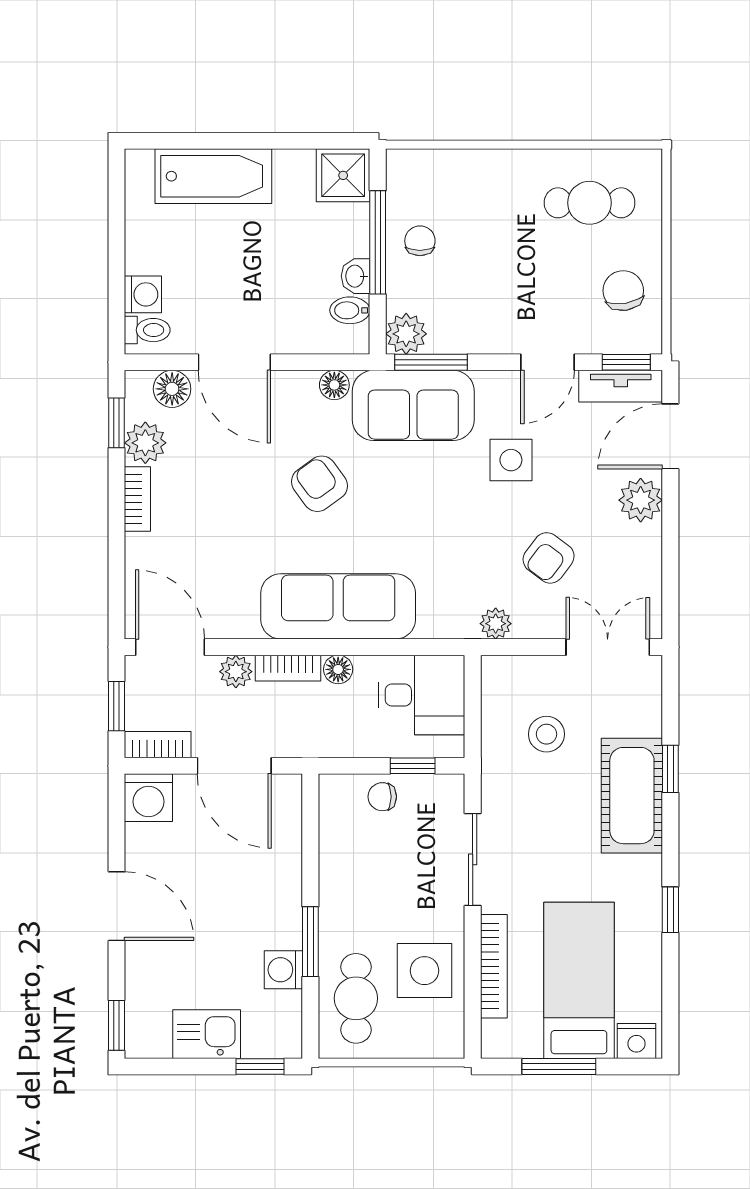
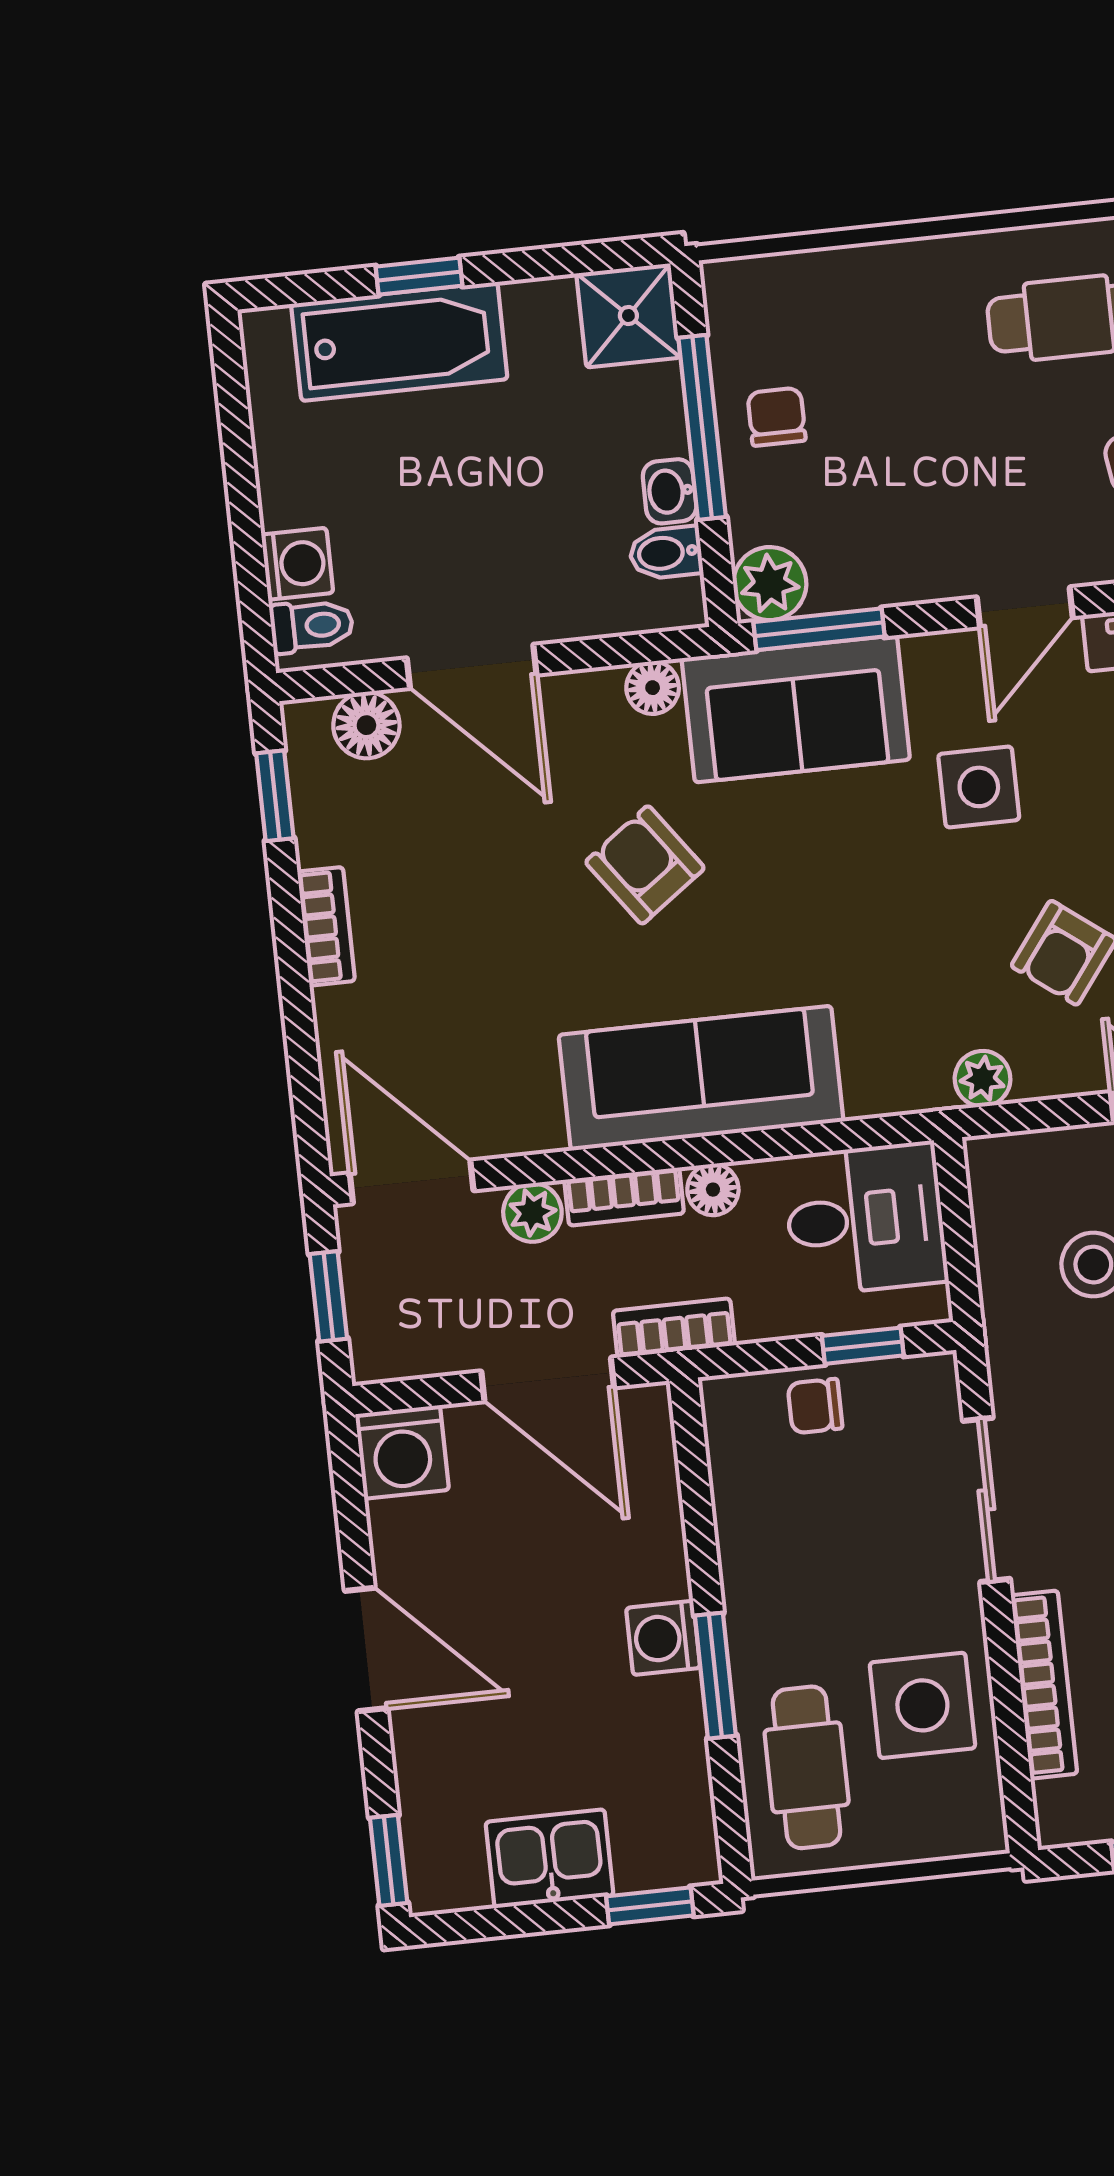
window: (228, 141) -> (419, 276), added
plant: (145, 443) -> (329, 825), removed
bookcase: (158, 745) -> (674, 1328), moved
washing machine: (283, 970) -> (663, 1638), moved

